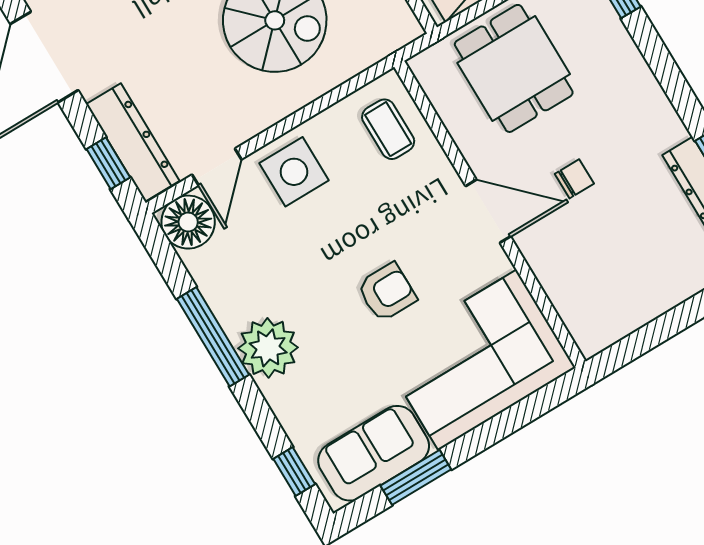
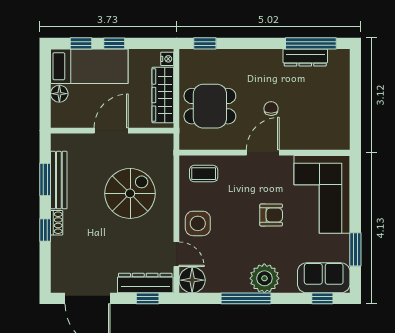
armchair: (387, 292) -> (271, 215), turned 90
sofa: (374, 453) -> (324, 278), moved, turned 90

